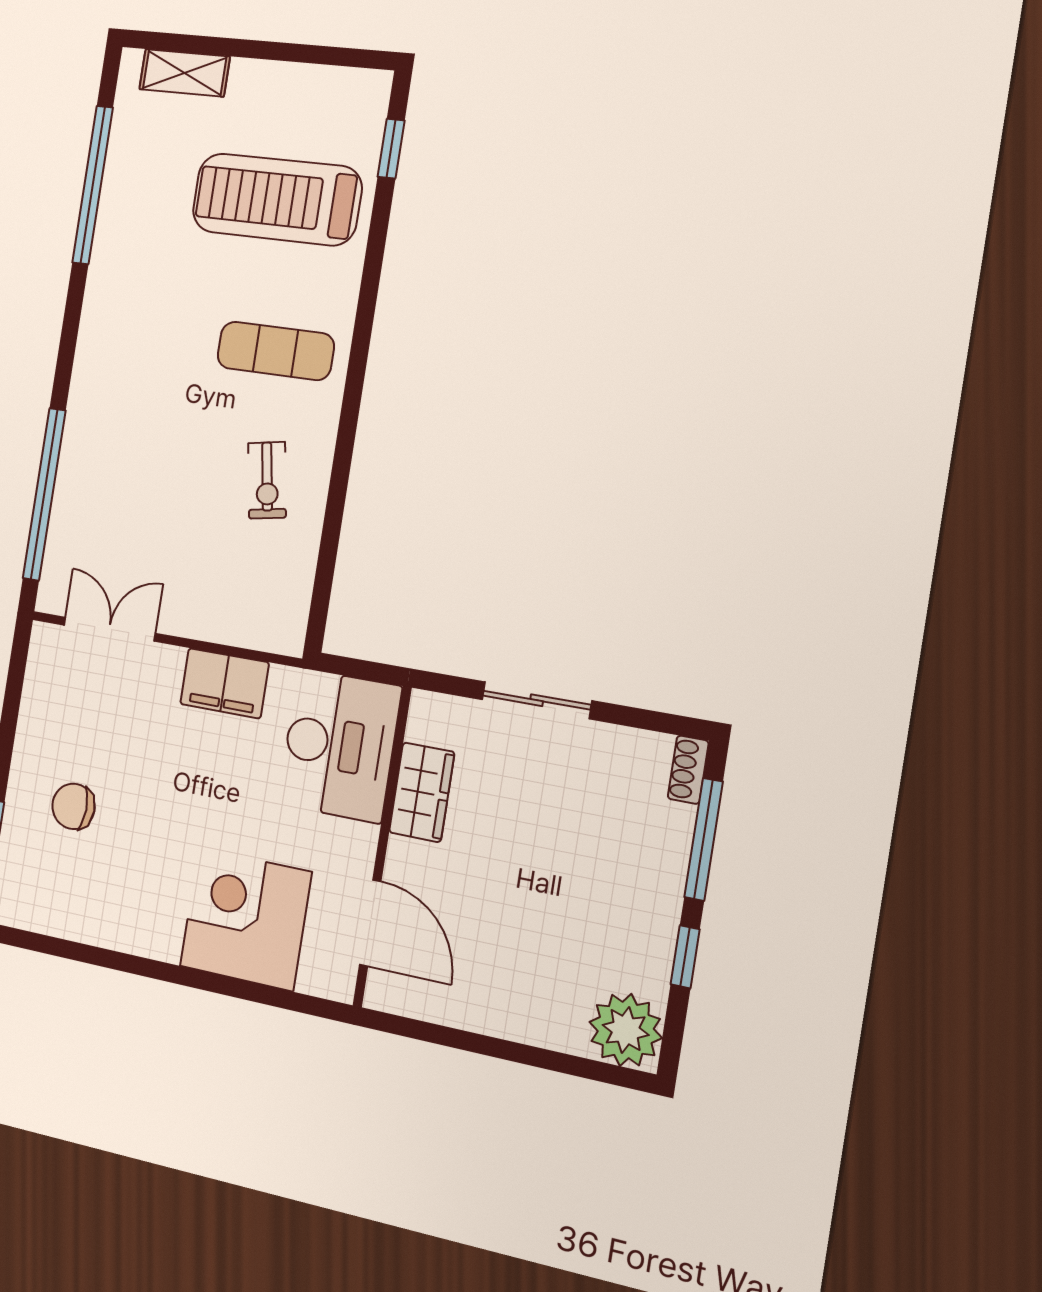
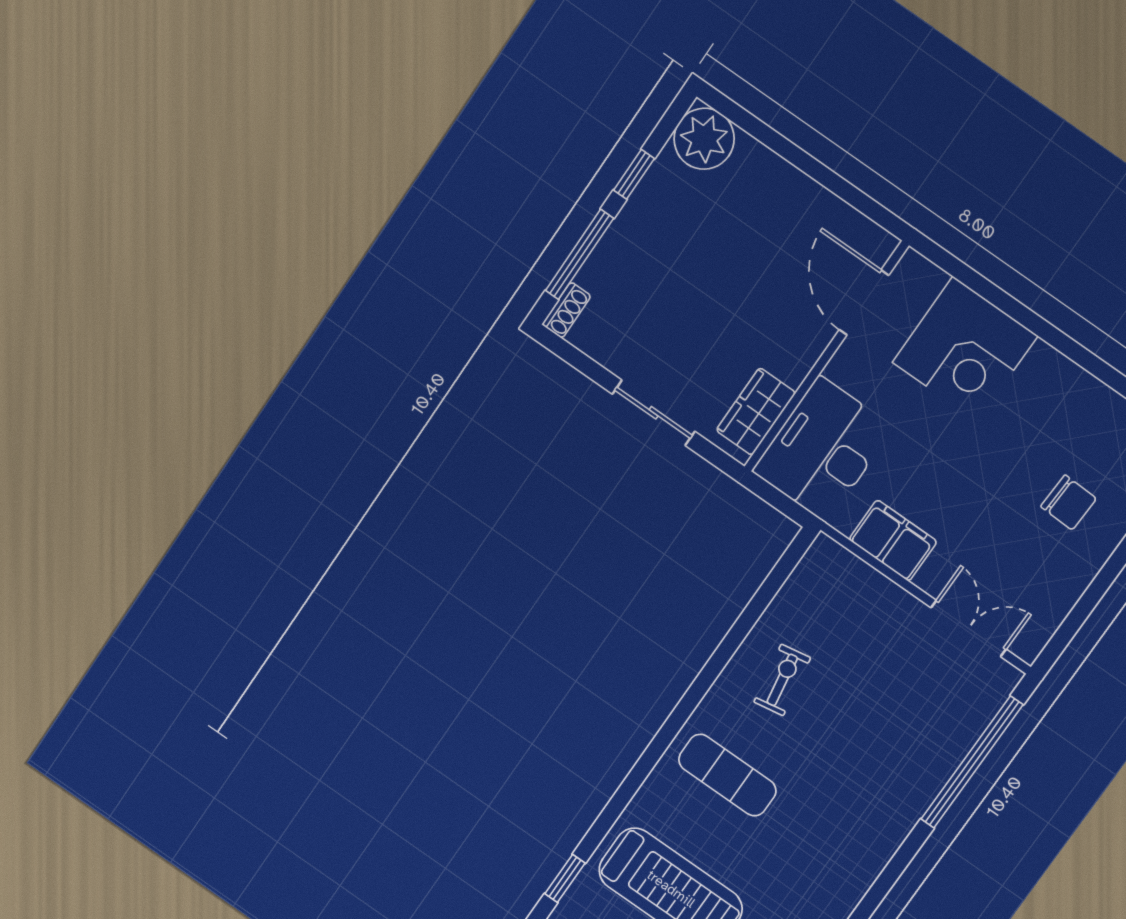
double door: (110, 629) -> (969, 628), swing flipped
wardrobe: (422, 792) -> (756, 412), moved

